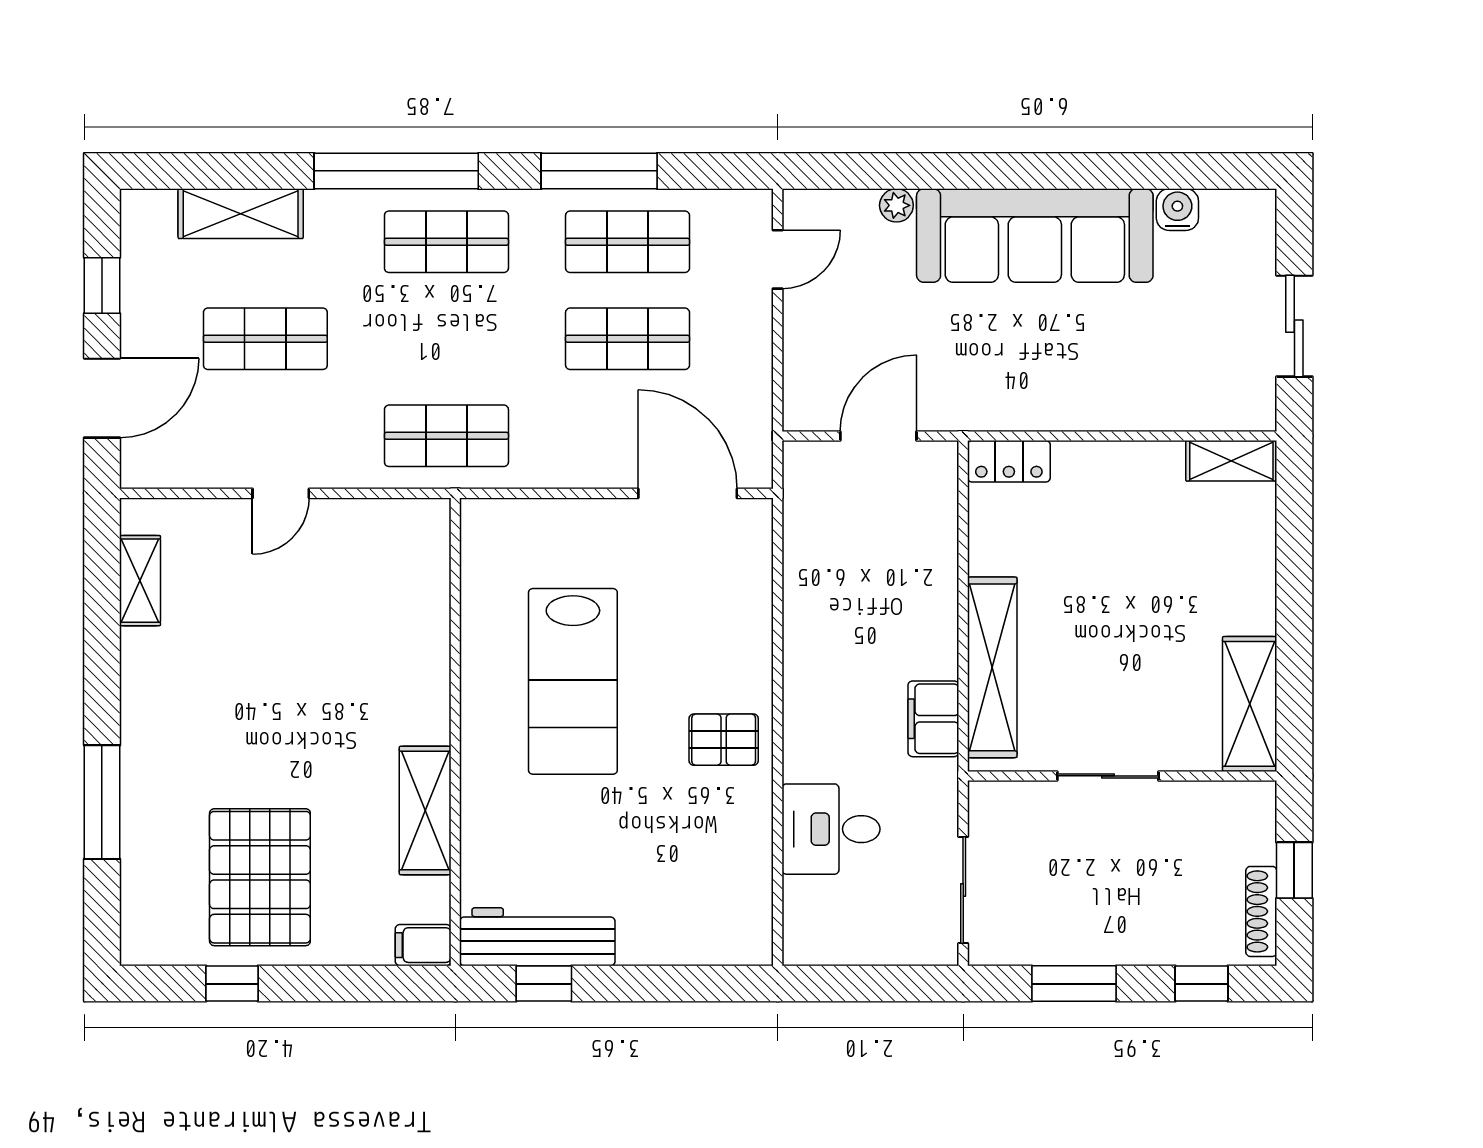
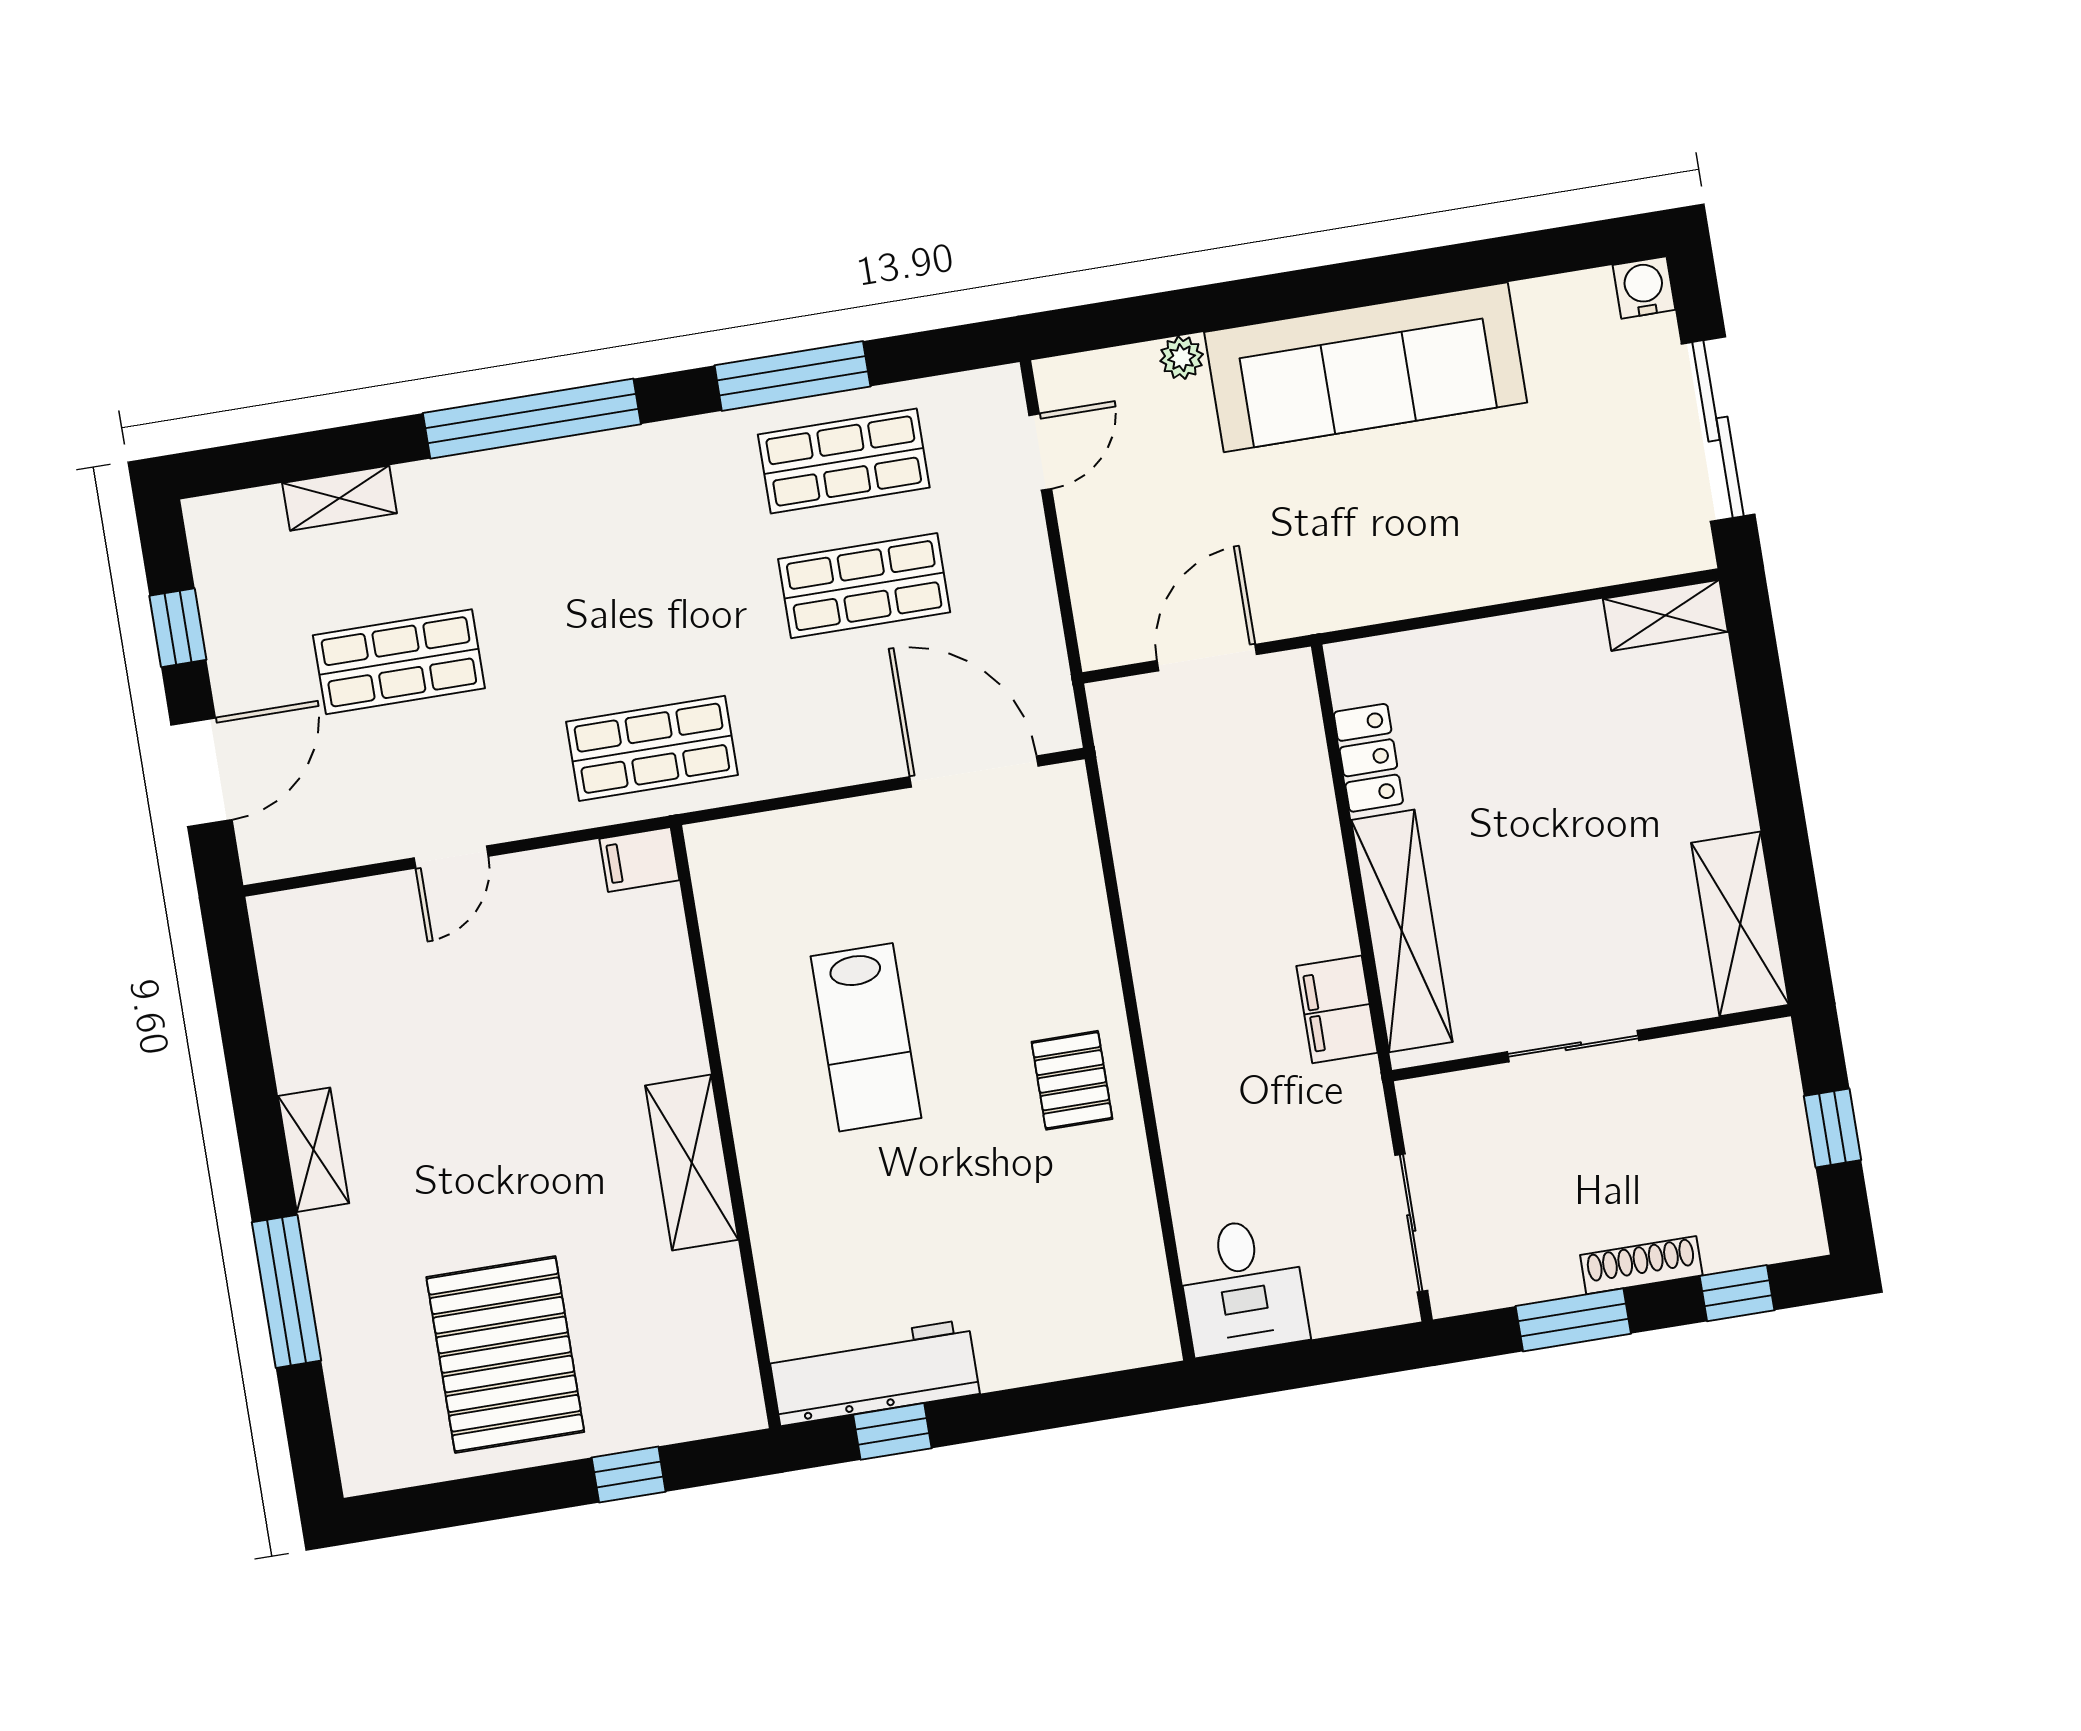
water cooler: (1177, 210) -> (1644, 287), moved
shelving: (241, 214) -> (340, 498), width x0.67, depth x0.75
shop shelf: (446, 242) -> (611, 499), removed
sliding door: (1294, 326) -> (1718, 429), width x1.37
locker: (1009, 461) -> (1368, 758), moved, turned -90
shelving: (140, 581) -> (313, 1150), moved
lab bench: (573, 681) -> (866, 1037), width x0.73, depth x0.72
pallet: (724, 740) -> (1072, 1080), turned 90
shelving: (425, 810) -> (692, 1163), moved
desk: (831, 829) -> (1243, 1286), moved, turned -90
shoe rack: (1261, 911) -> (1641, 1265), moved, turned 90
filing cabinet: (423, 945) -> (639, 859), moved
window: (232, 984) -> (629, 1475), moved

